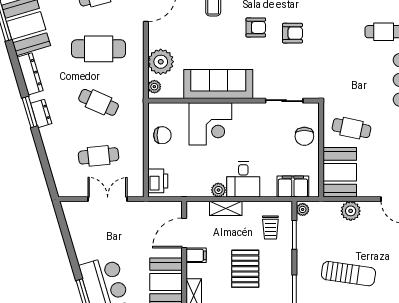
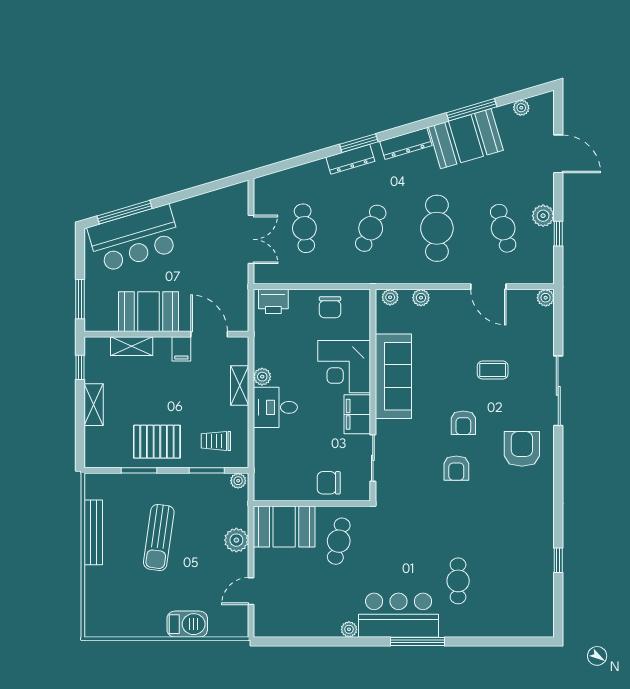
plant: (161, 62) -> (421, 298), width x0.53, depth x0.53
dresser: (41, 113) -> (350, 159), width x1.44
filing cabinet: (293, 187) -> (357, 414), moved, turned 180
pallet: (245, 269) -> (157, 442), moved

